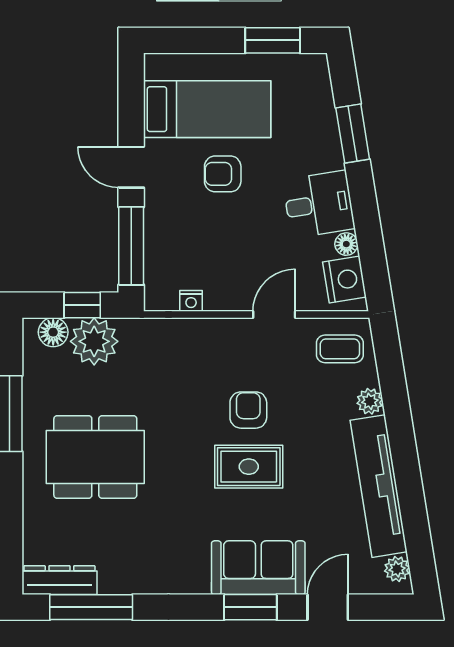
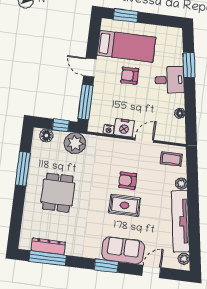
window: (273, 40) -> (126, 16), moved
desk: (319, 204) -> (170, 80), moved
nightstand: (344, 280) -> (124, 128), moved, turned 99
plant: (94, 341) -> (75, 143), moved
armchair: (248, 410) -> (128, 181), turned -90
dining table: (95, 457) -> (58, 193), width x0.73
dresser: (59, 580) -> (48, 246), moved
window: (250, 607) -> (106, 266), moved

